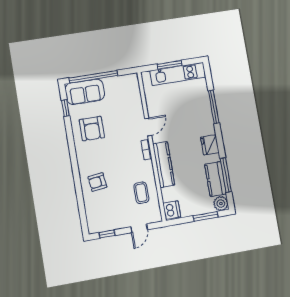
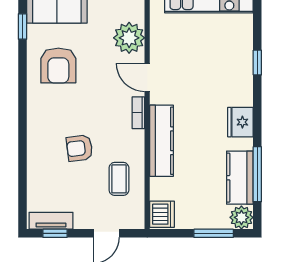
plant: (133, 104) -> (129, 38), added
window: (214, 107) -> (257, 63), width x0.46
door: (148, 127) -> (147, 77), swing flipped
armchair: (97, 182) -> (79, 148), moved
tv unit: (103, 227) -> (51, 221), added

